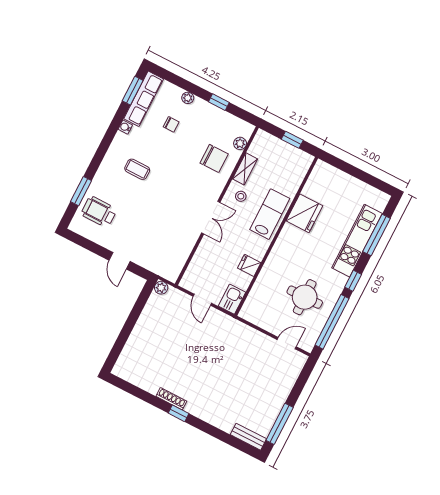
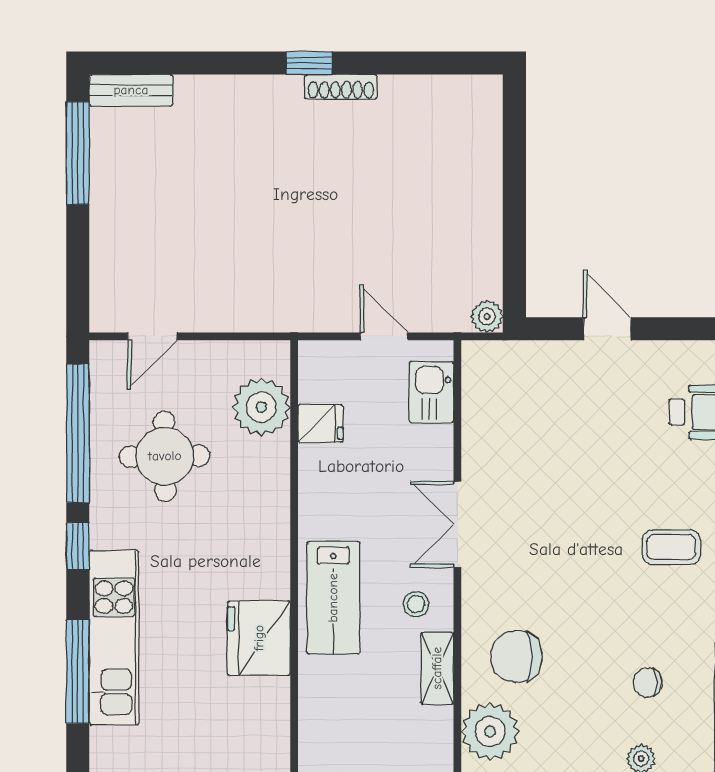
plant: (240, 143) -> (490, 731), width x1.88, depth x1.88
fridge: (249, 265) -> (321, 423), moved
plant: (260, 297) -> (261, 407), added
kitchen sink: (232, 299) -> (431, 392), moved, turned 180

